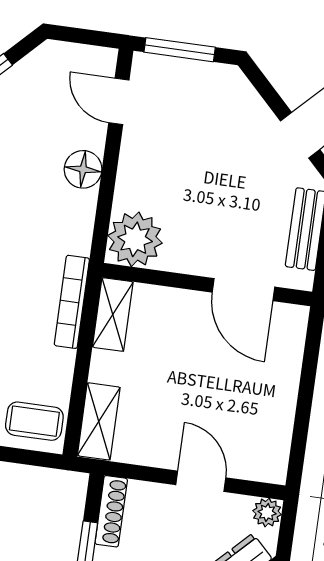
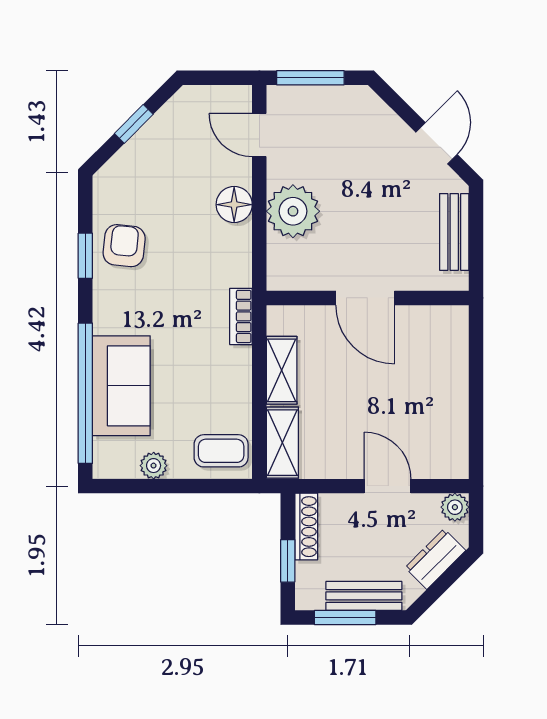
plant: (135, 239) -> (293, 211), moved
door: (243, 290) -> (365, 298), moved
bookcase: (72, 302) -> (241, 316), width x0.64
shelving: (113, 315) -> (282, 370), moved

